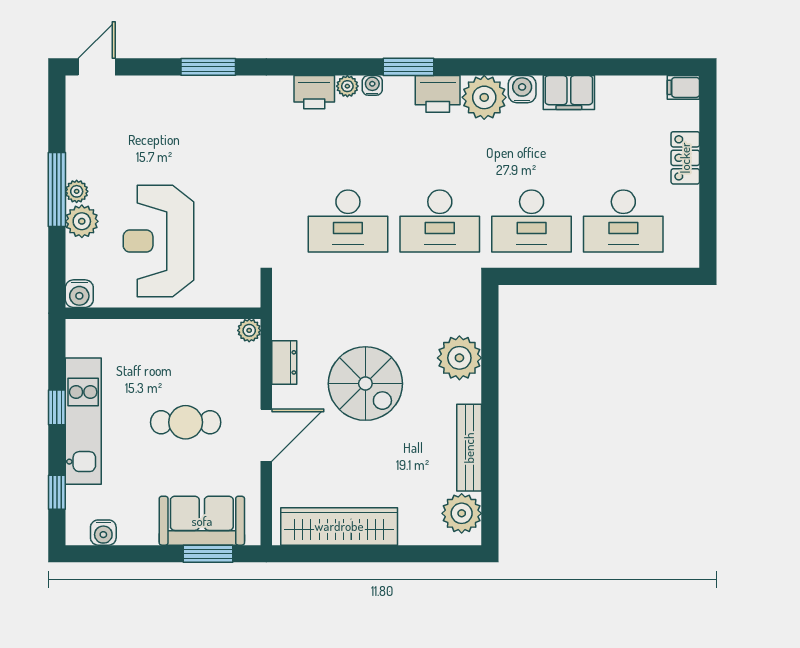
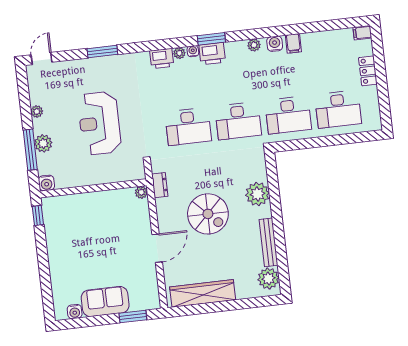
filing cabinet: (569, 92) -> (293, 43), width x0.50
printer: (438, 94) -> (212, 54), moved
plant: (484, 97) -> (254, 45), width x0.53, depth x0.53
window: (57, 189) -> (30, 150), moved
plant: (77, 191) -> (37, 111), moved
reception desk: (158, 241) -> (99, 123), moved
dresser: (284, 362) -> (160, 185), moved
window: (57, 407) -> (38, 215), moved
kitchen unit: (83, 421) -> (57, 252), removed
cafe table: (186, 422) -> (112, 246), removed
window: (57, 492) -> (47, 293), removed
sofa: (202, 521) -> (105, 302), moved

